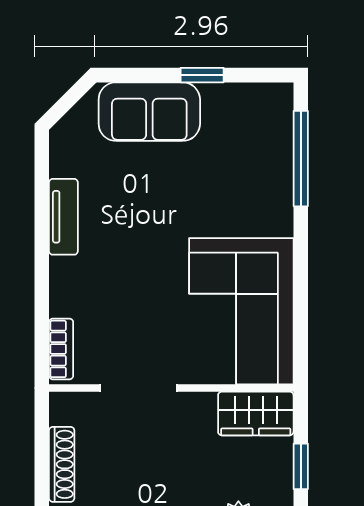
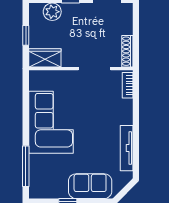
tv unit: (63, 217) -> (127, 148), width x1.41
corner sofa: (241, 311) -> (51, 122), moved
shoe rack: (62, 464) -> (127, 51), moved

